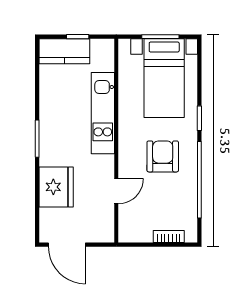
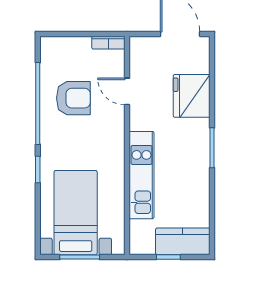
armchair: (163, 156) -> (73, 98), moved, turned -90
door: (116, 191) -> (127, 91), hinge flipped
bookcase: (169, 237) -> (108, 43), moved

